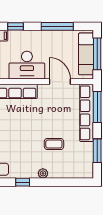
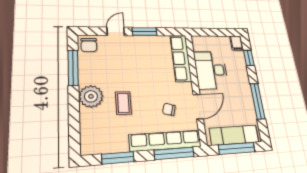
chair: (61, 107) -> (169, 109), added
plant: (43, 173) -> (91, 96), width x1.87, depth x1.87
window: (23, 182) -> (73, 68), width x2.17

